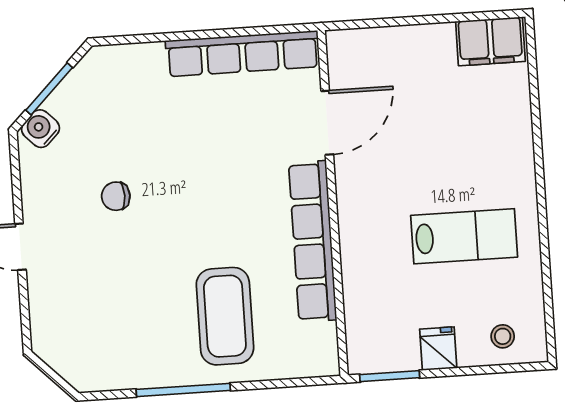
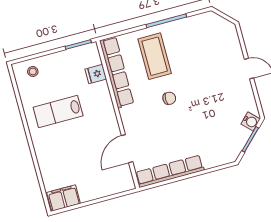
chair: (116, 196) -> (169, 98), moved
row of seats: (313, 241) -> (117, 72), moved
fridge: (438, 349) -> (96, 74), moved, turned 90

